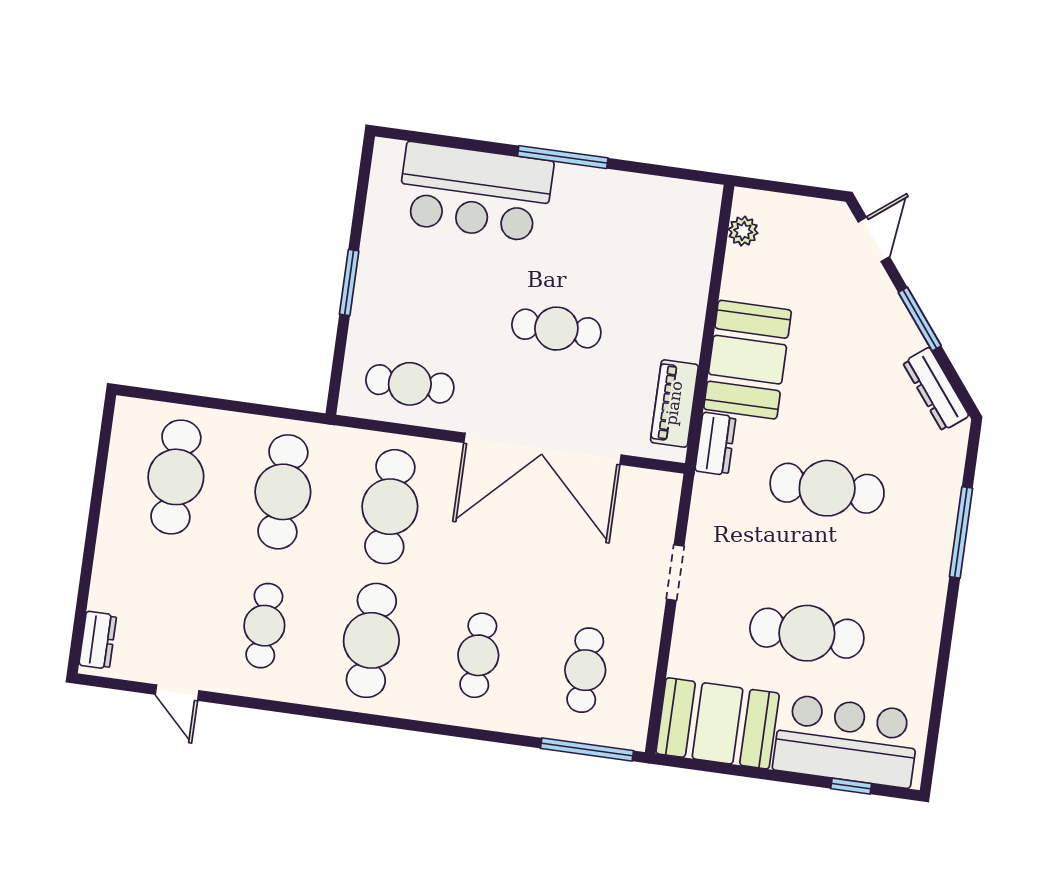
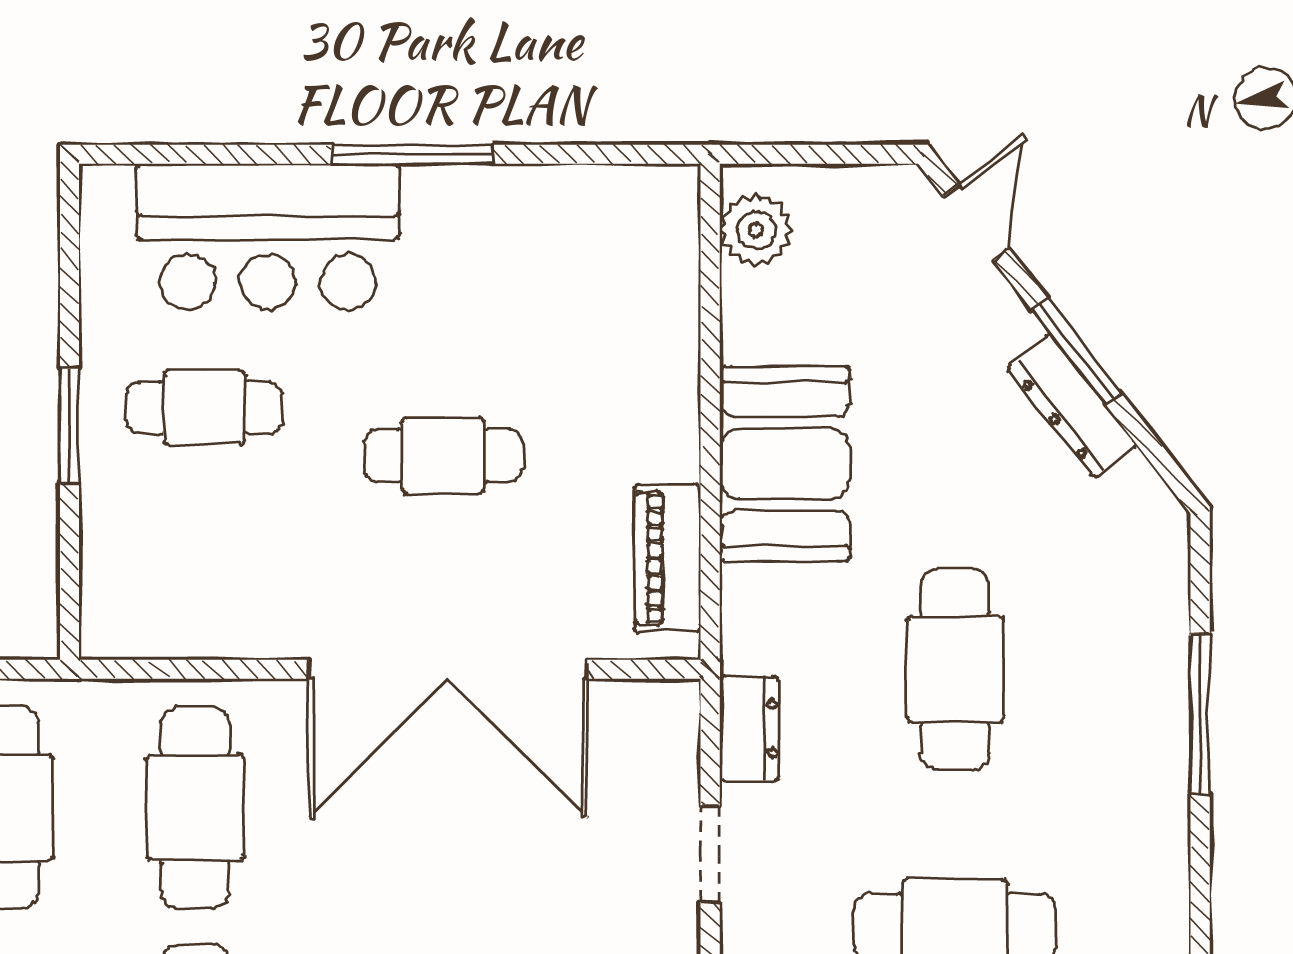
plant: (743, 231) -> (756, 230), width x1.38, depth x1.38
cafe table: (410, 384) -> (204, 408), moved
dresser: (936, 389) -> (1072, 406), moved
dresser: (715, 444) -> (749, 729), moved
cafe table: (827, 488) -> (955, 669), turned 90

